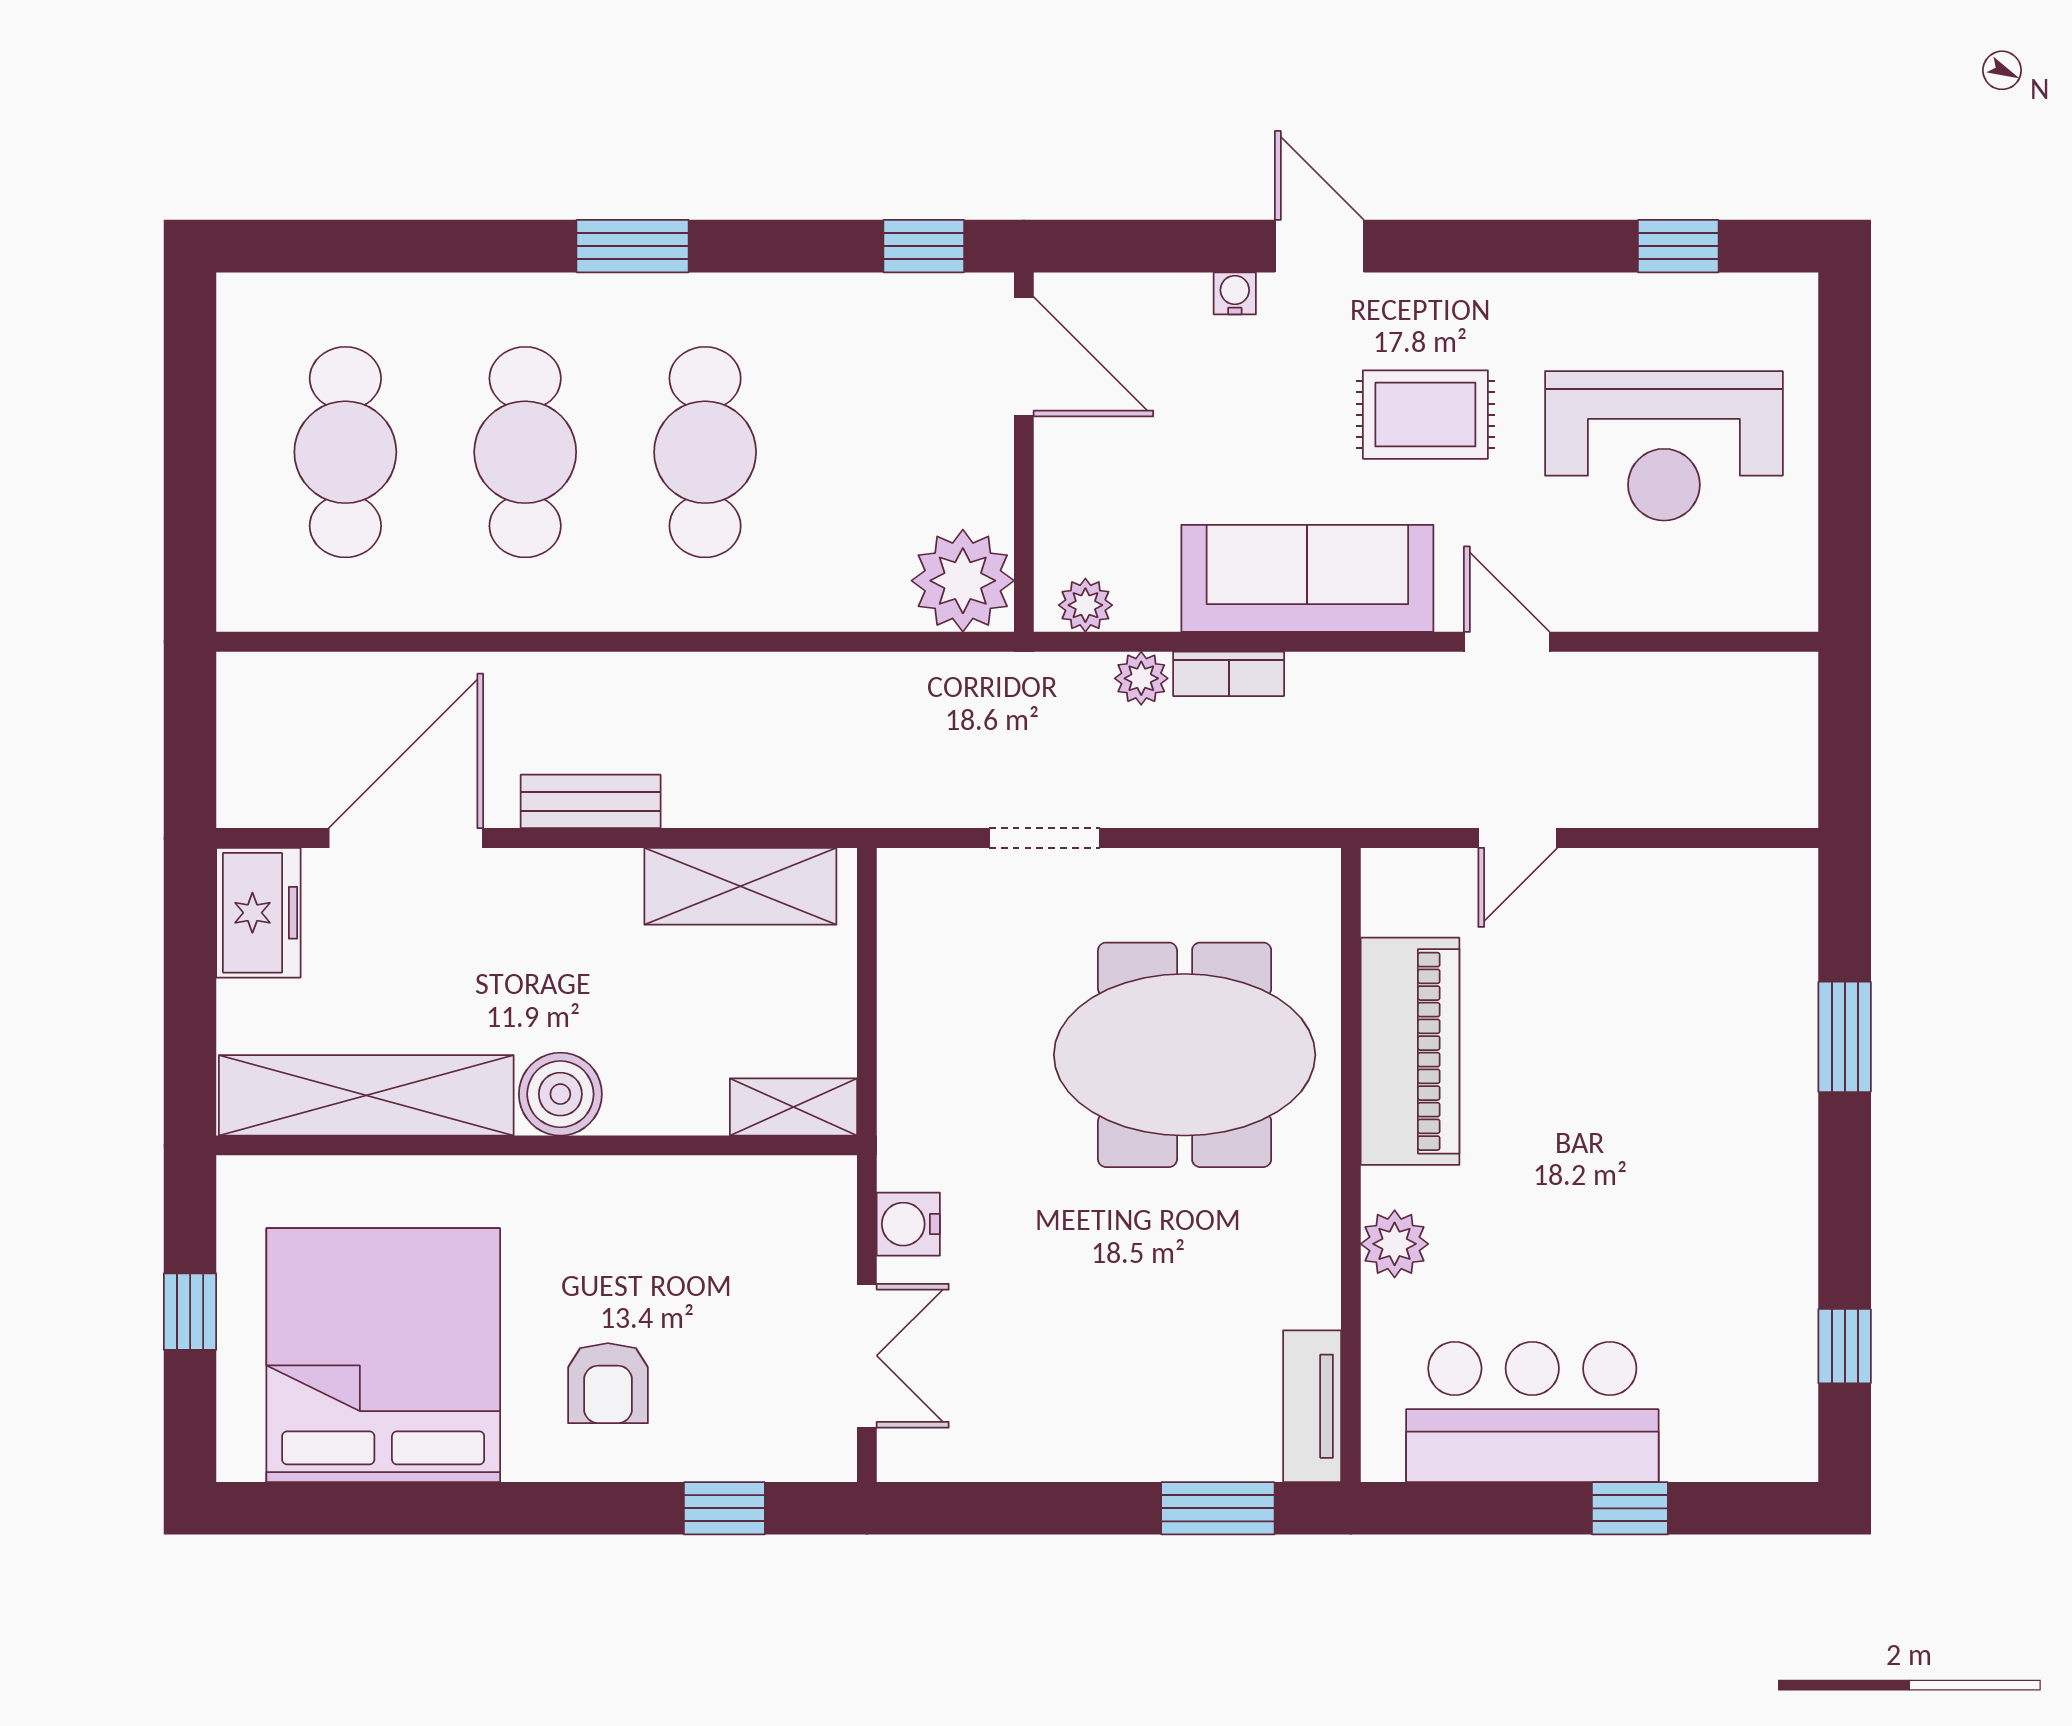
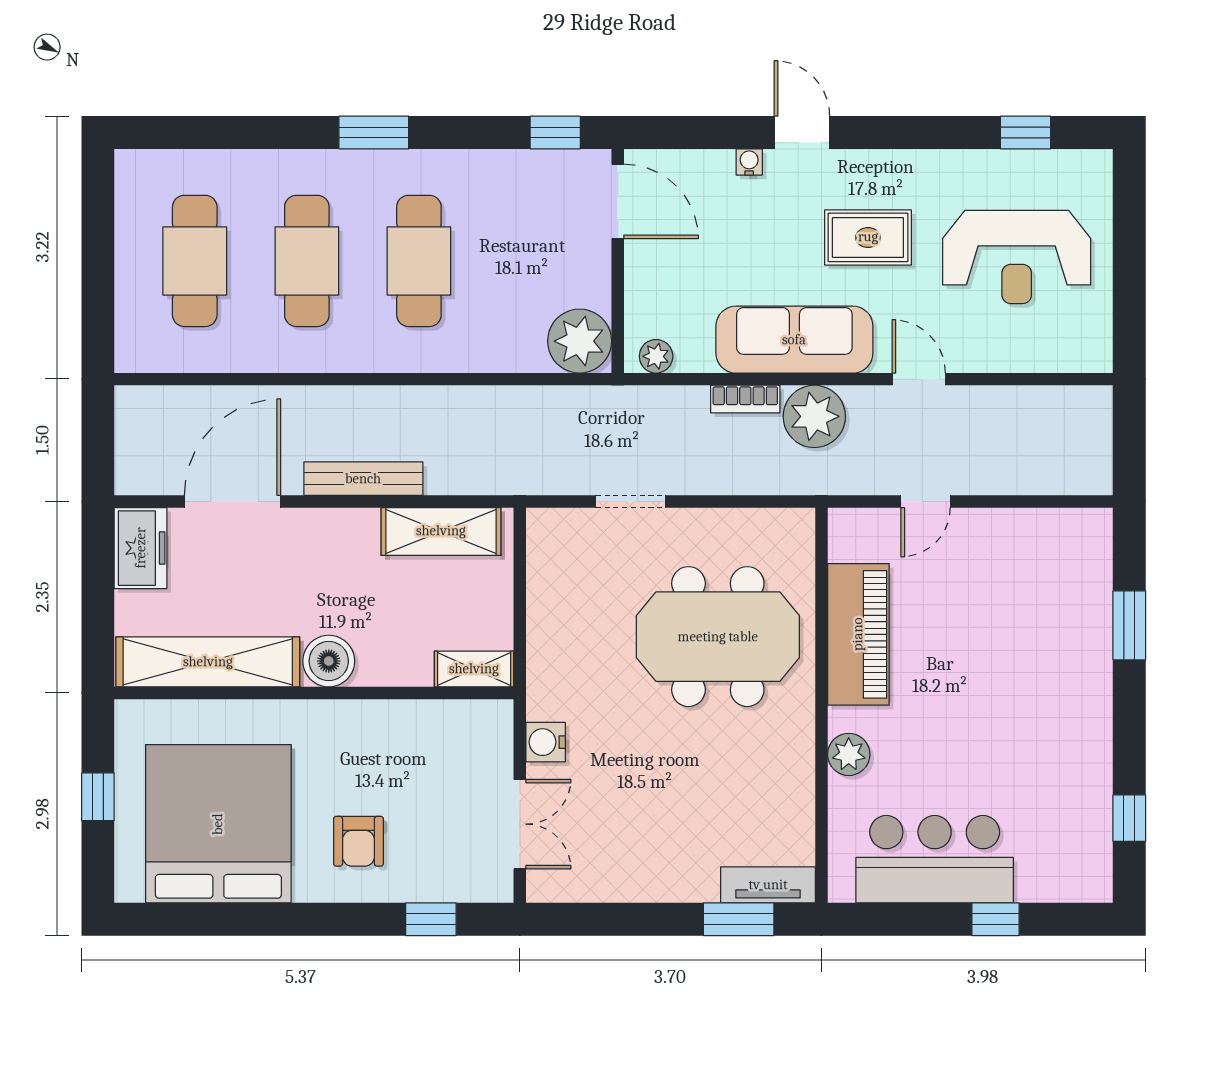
plant: (1141, 678) -> (814, 416), moved, width x1.87, depth x1.87
bench: (591, 801) -> (363, 479), width x1.36
tv unit: (1312, 1406) -> (768, 885), moved, turned 90

